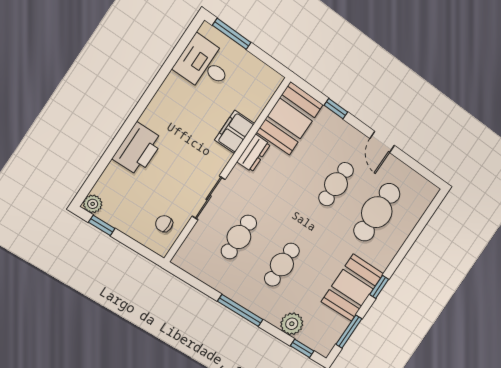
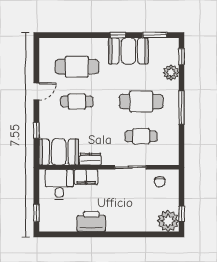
window: (232, 34) -> (36, 213), width x0.67
desk: (204, 65) -> (59, 184), moved, turned 180
printer: (138, 149) -> (91, 222), moved
plant: (93, 204) -> (168, 221), width x1.88, depth x1.88
cafe table: (282, 265) -> (141, 101), width x1.37, depth x1.35

